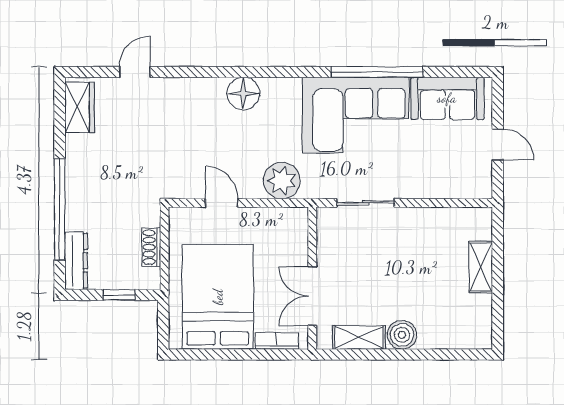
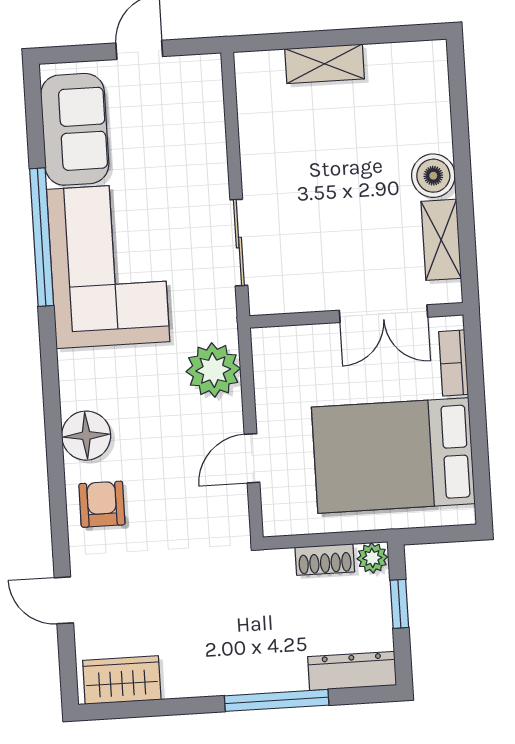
armchair: (197, 101) -> (102, 504), added
window: (60, 209) -> (277, 700), width x0.68
plant: (150, 279) -> (372, 558), added

